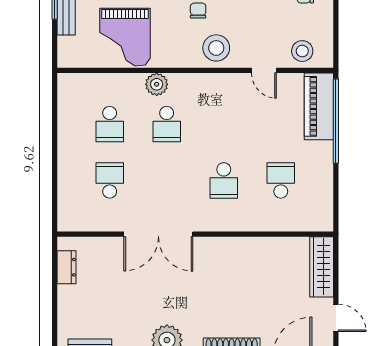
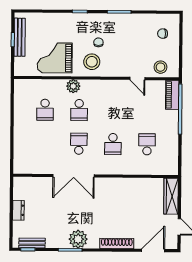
grand piano: (125, 37) -> (55, 58), turned 90
stool: (216, 48) -> (92, 62), moved
piano: (319, 106) -> (172, 95), width x0.73, depth x0.75
school desk: (110, 180) -> (79, 144), moved
dresser: (67, 267) -> (18, 210), moved

